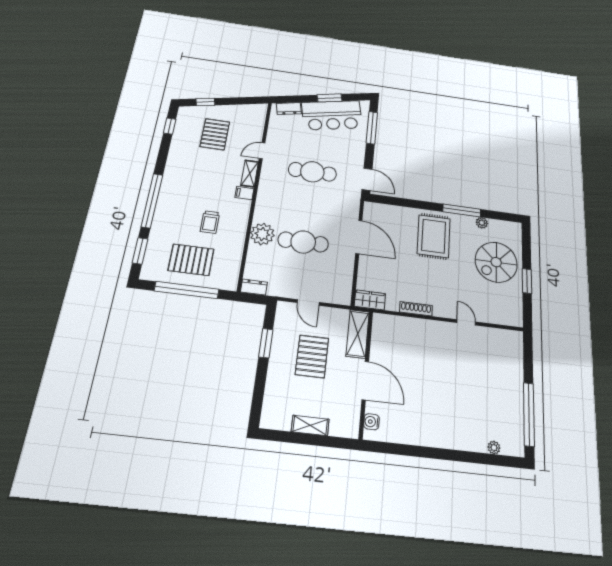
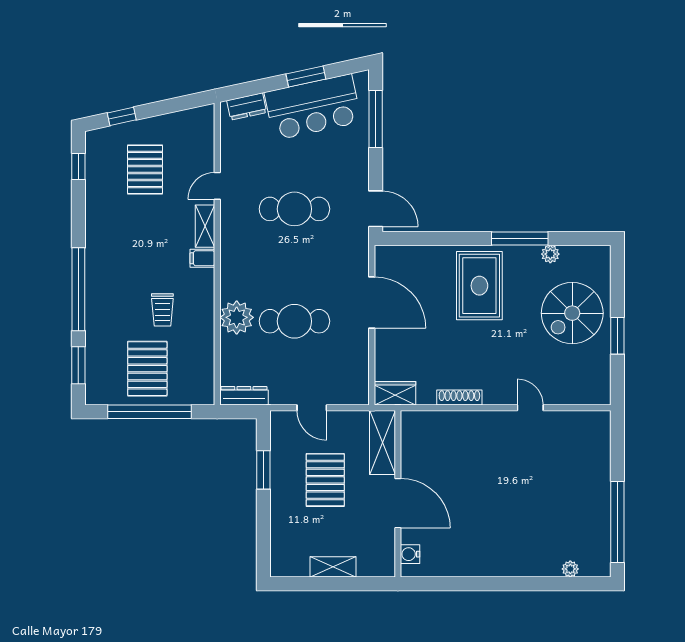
pallet: (191, 260) -> (147, 369), turned 90
dresser: (254, 287) -> (244, 396), width x1.44

